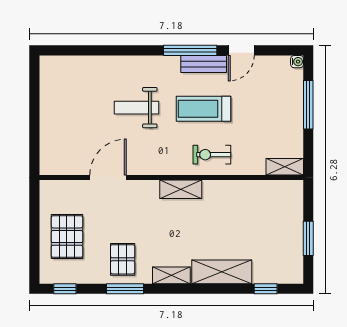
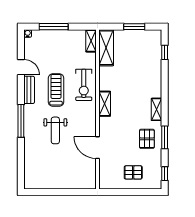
window: (190, 50) -> (21, 121), moved
treadmill: (203, 109) -> (56, 90), turned 180
exercise bike: (212, 155) -> (84, 85), width x1.38, depth x1.39
pallet: (67, 237) -> (133, 172), width x0.67, depth x0.71
pallet: (123, 259) -> (147, 139), turned 90
shelving: (222, 272) -> (106, 48), moved

